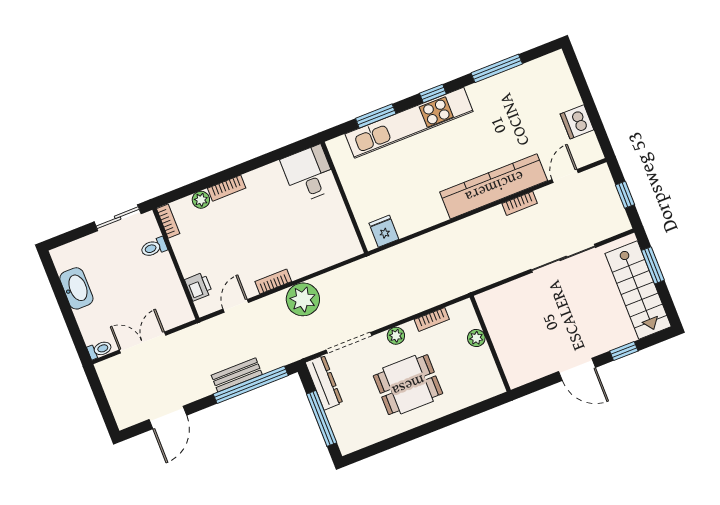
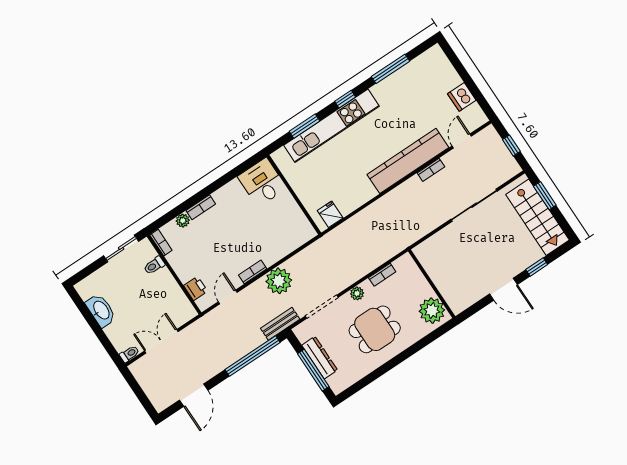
plant: (476, 338) -> (432, 311), moved, width x1.88, depth x1.88
bench: (237, 375) -> (280, 324), moved
dresser: (324, 383) -> (320, 358), moved

